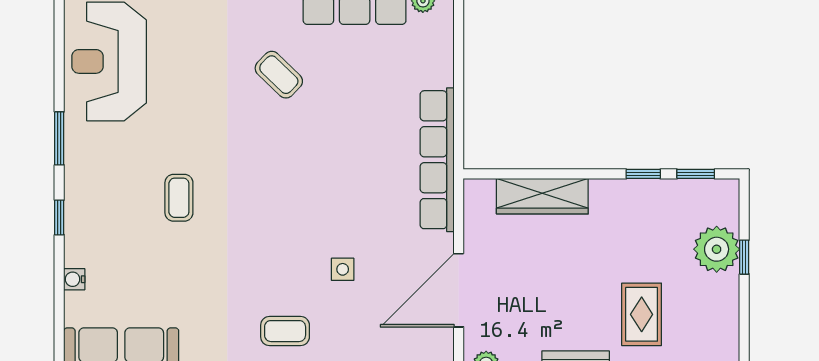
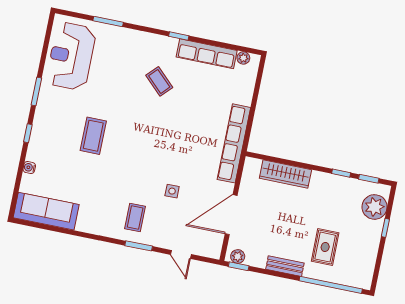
coffee table: (179, 198) -> (93, 136), width x1.36, depth x1.30
plant: (717, 249) -> (375, 207), moved
coffee table: (285, 331) -> (135, 218), turned 90

